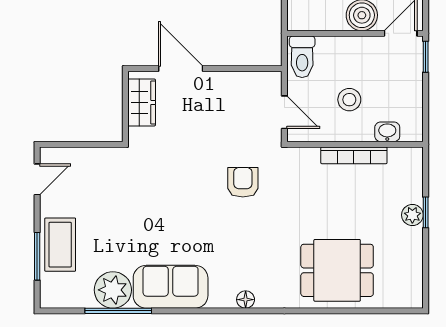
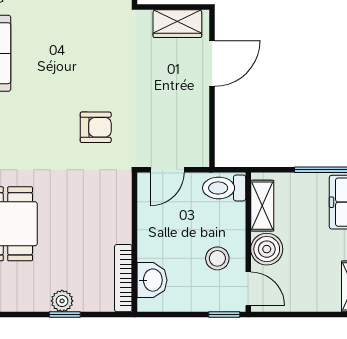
shelving: (319, 20) -> (262, 206), added
stool: (349, 100) -> (217, 258), moved
washbasin: (387, 132) -> (152, 280), width x1.38, depth x1.45
bookcase: (354, 155) -> (123, 278), moved

